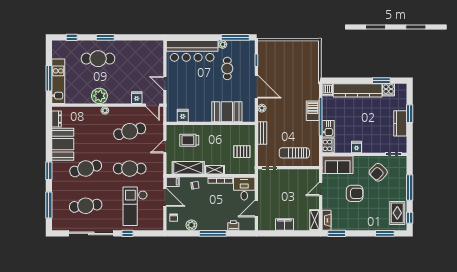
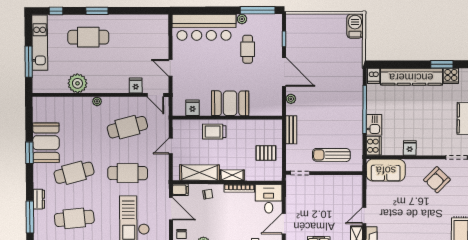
kitchen unit: (58, 81) -> (40, 43), moved
plant: (99, 96) -> (77, 83), moved
barbecue: (313, 111) -> (355, 26), moved
booth: (227, 112) -> (230, 103), moved
dresser: (56, 119) -> (39, 199), moved
trolley: (189, 140) -> (214, 132), moved
window: (49, 171) -> (29, 153), moved
door: (321, 189) -> (364, 216), moved
armchair: (355, 193) -> (407, 206), removed

